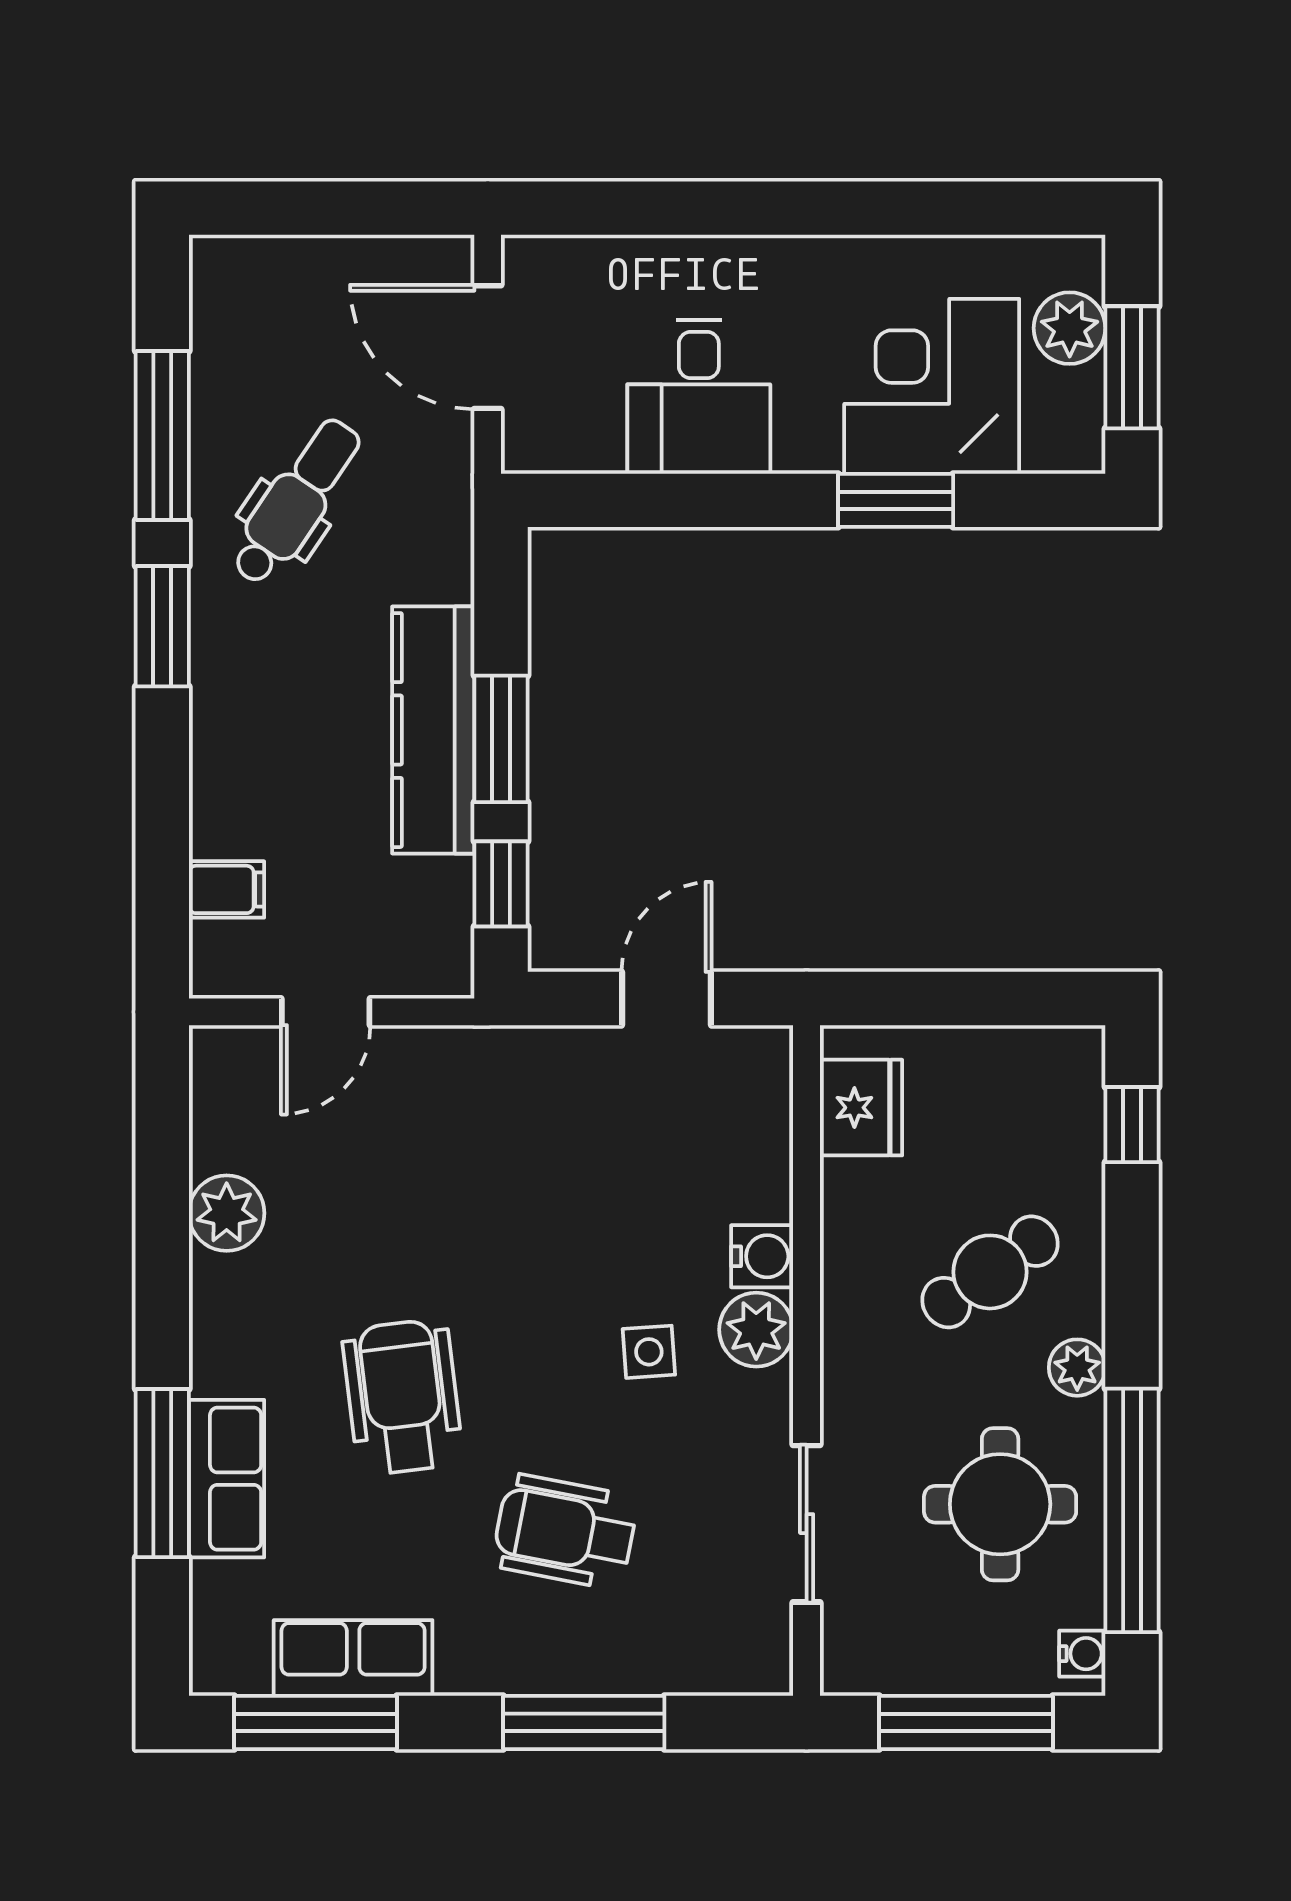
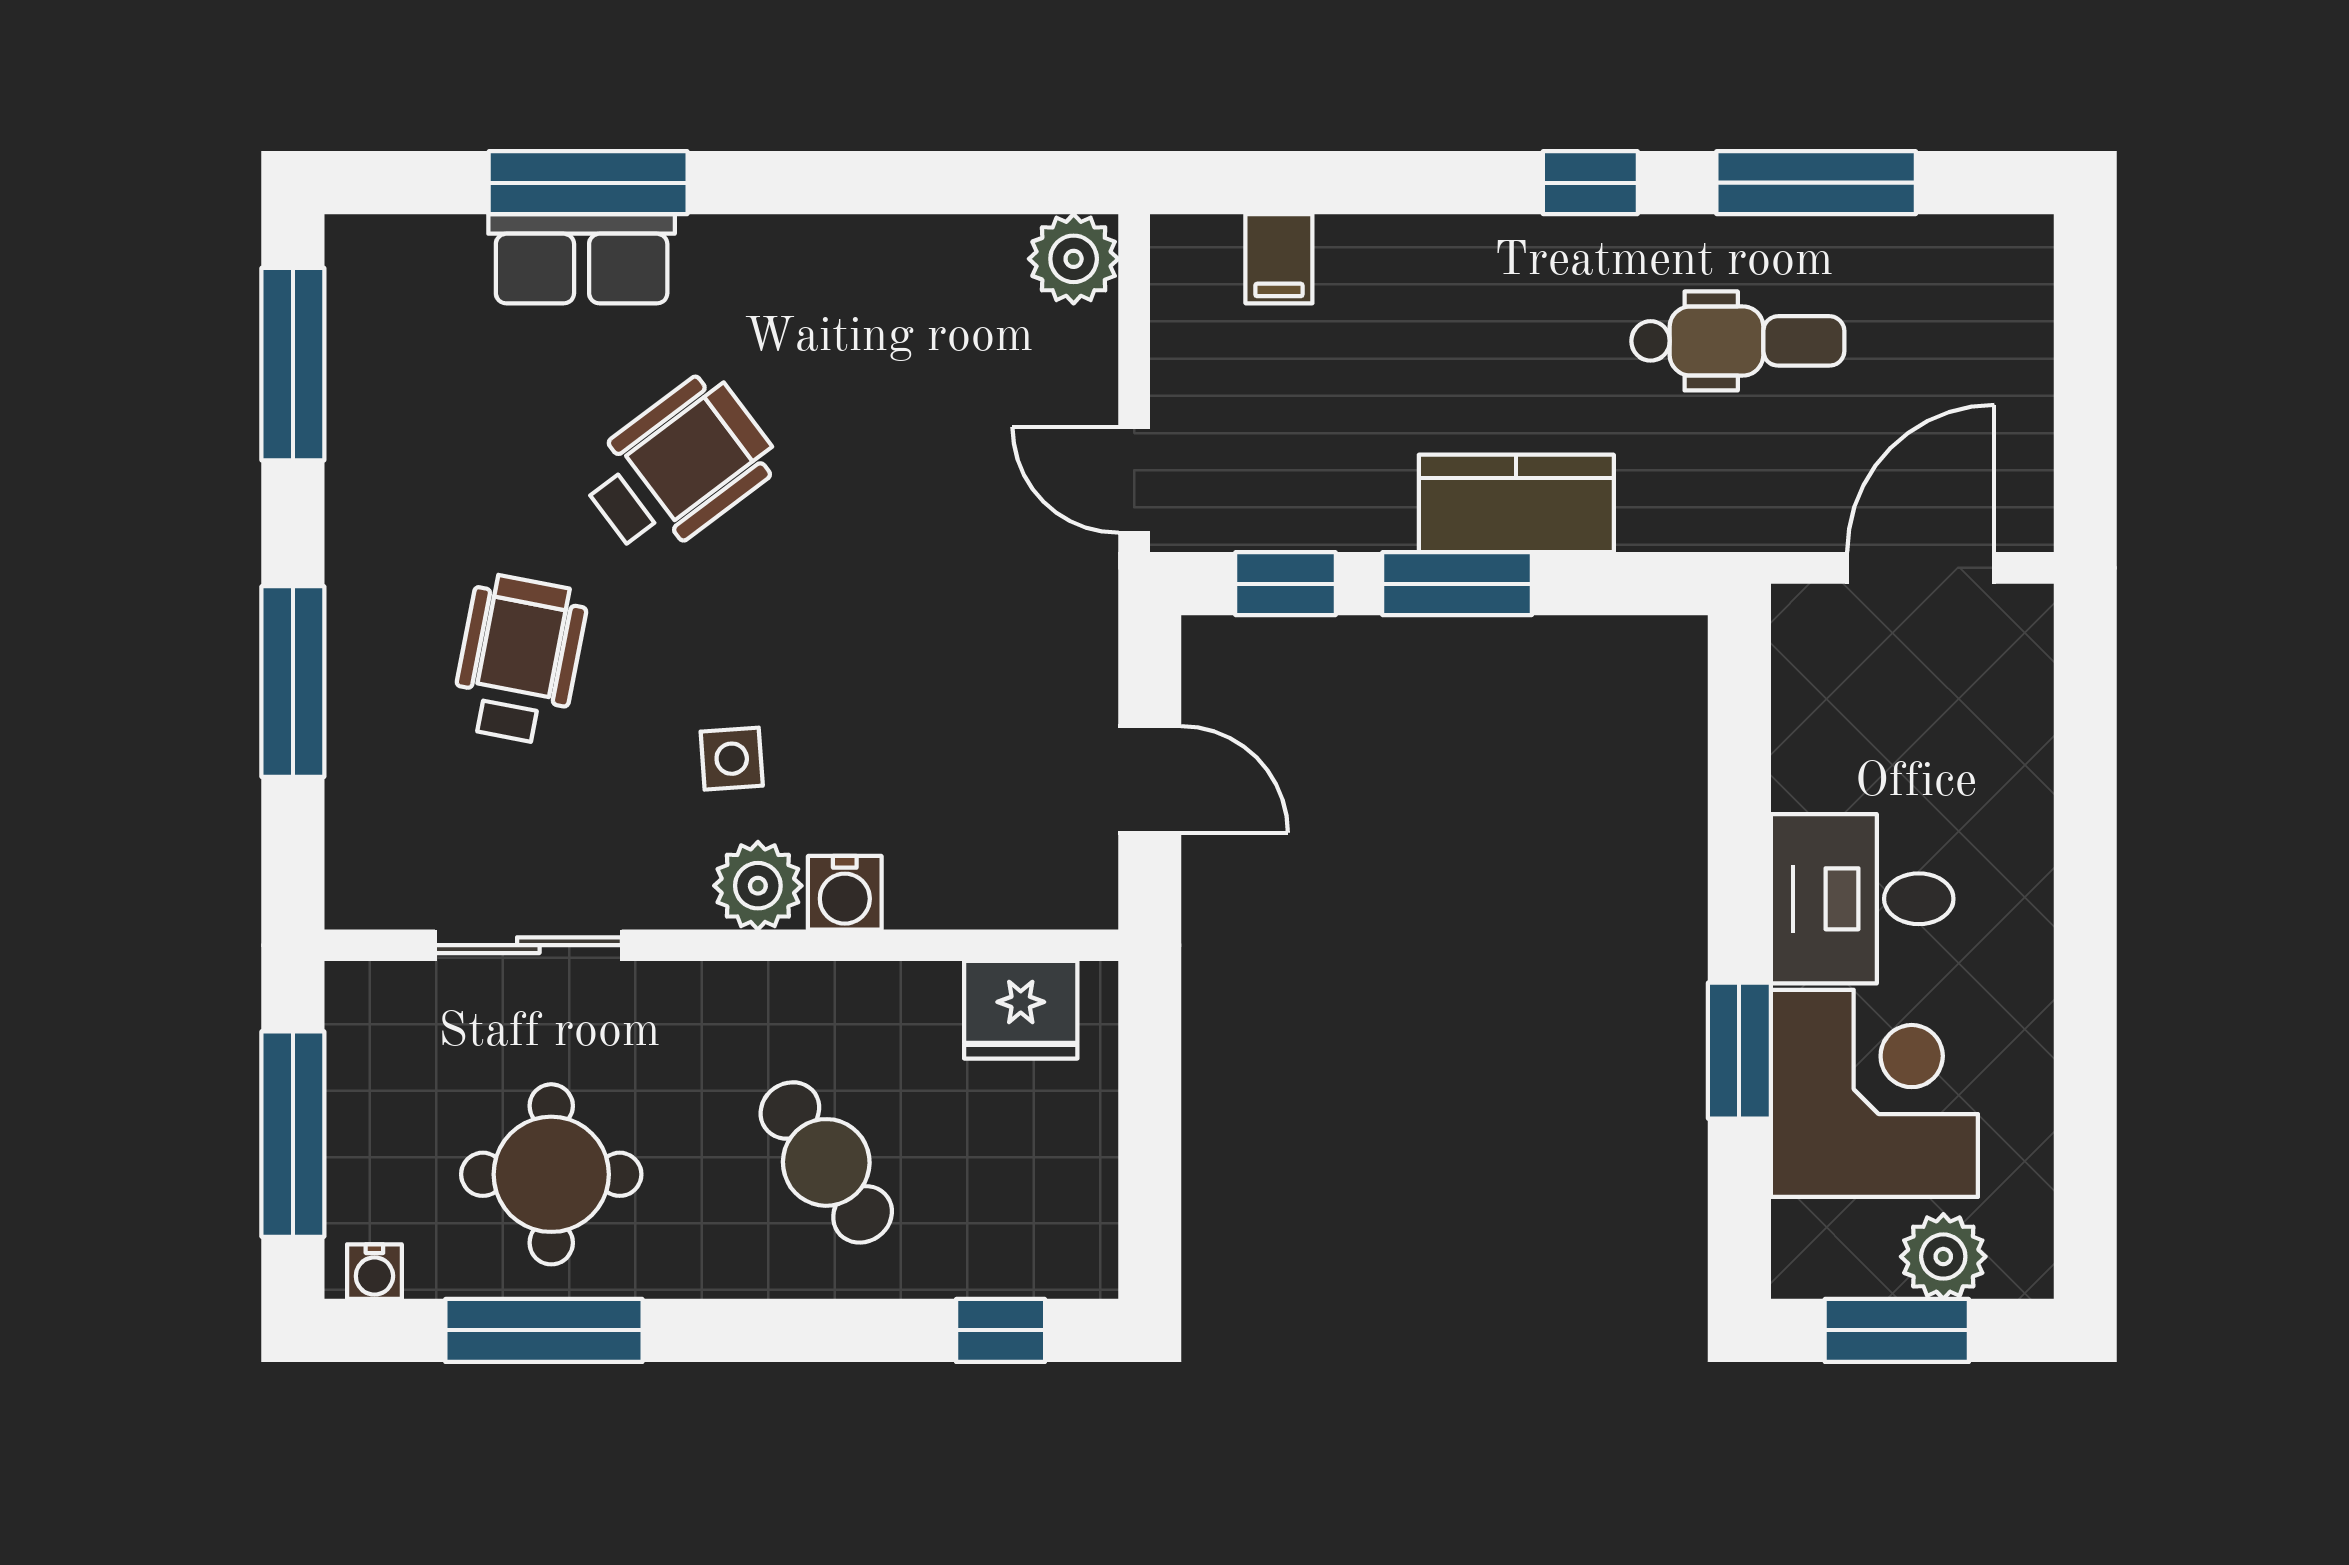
desk: (699, 397) -> (1862, 899), moved
dental chair: (296, 502) -> (1738, 341), turned -34
window: (162, 626) -> (1590, 183), width x0.67
kitchen counter: (433, 730) -> (1516, 503), width x0.67
door: (326, 1012) -> (1134, 480), moved
plant: (227, 1213) -> (1074, 259), moved
plant: (1077, 1368) -> (713, 1266), removed
wheelchair: (402, 1397) -> (678, 467), turned -30
window: (1132, 1510) -> (544, 1330), width x0.68
row of seats: (353, 1658) -> (369, 408), removed

